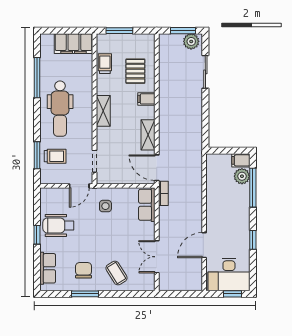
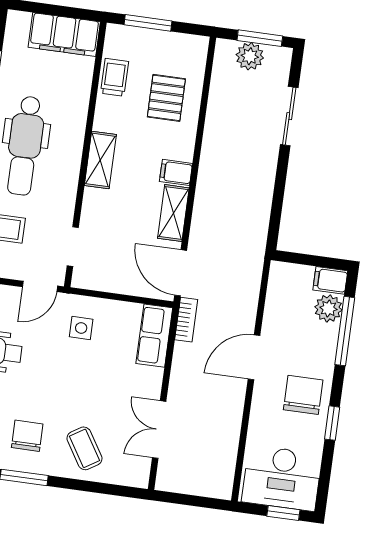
plant: (191, 41) -> (250, 56), moved
filing cabinet: (146, 99) -> (176, 172), moved
chair: (234, 226) -> (303, 395), added
door: (204, 245) -> (254, 357), moved

